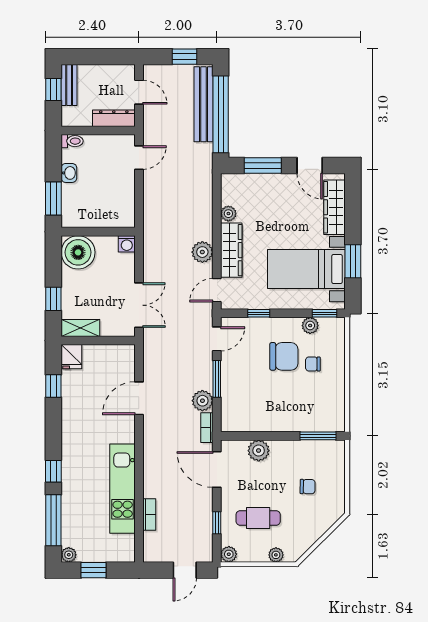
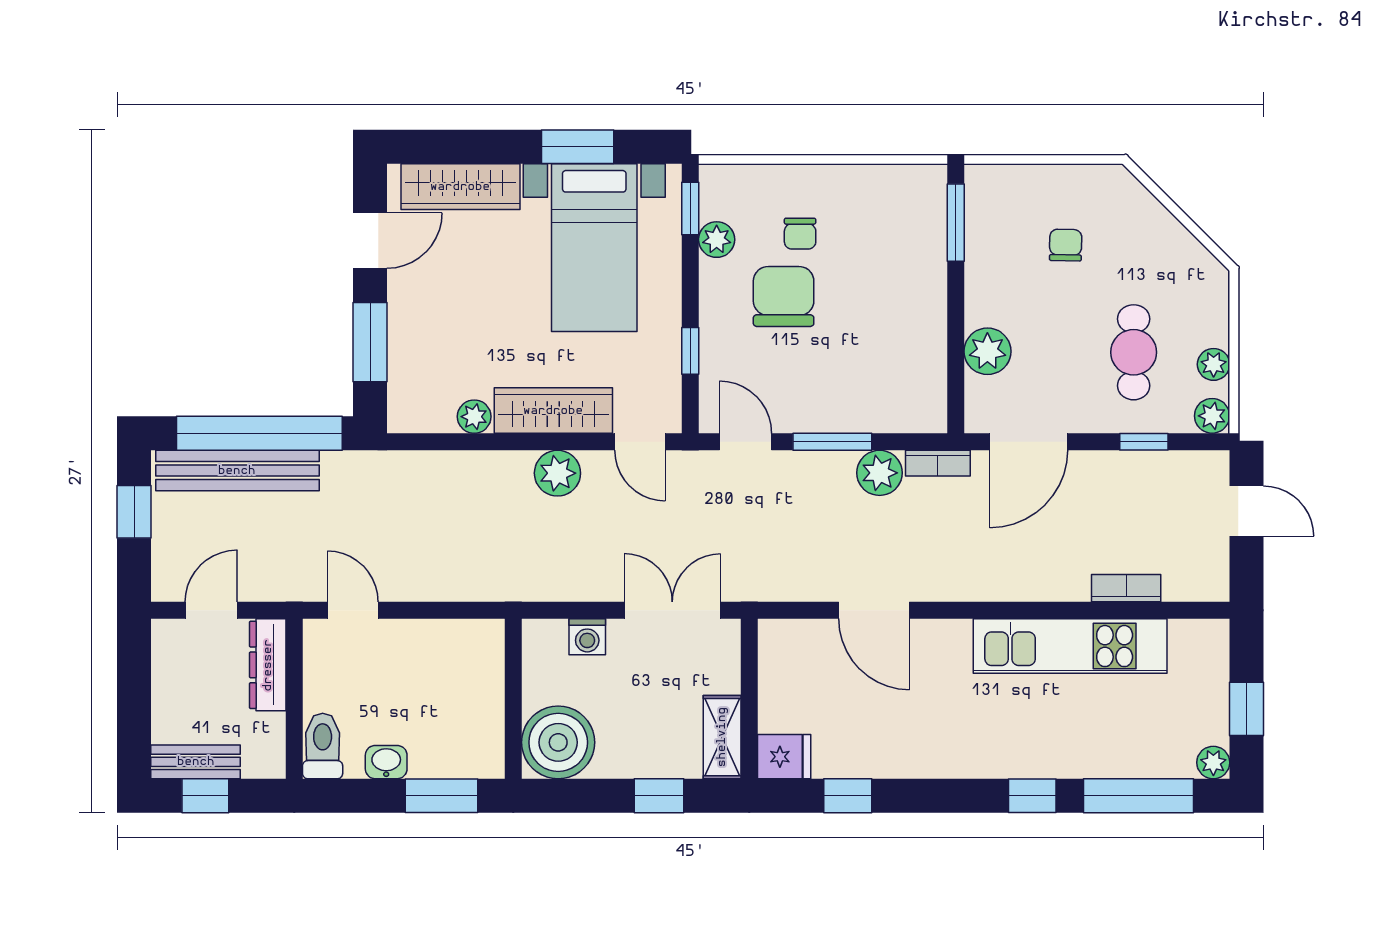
toilet: (72, 141) -> (323, 746), width x1.37, depth x1.39
washing machine: (127, 244) -> (587, 637), moved, turned 90
plant: (276, 555) -> (1214, 364), moved

